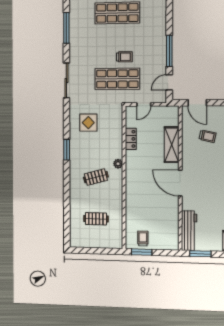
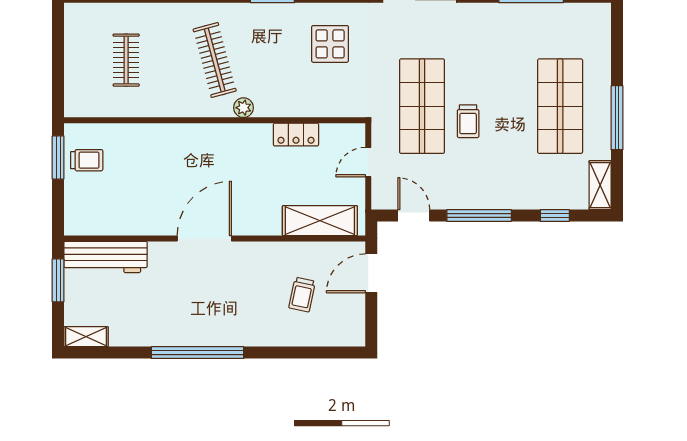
window: (169, 14) -> (555, 216), added
door: (144, 104) -> (368, 162), hinge flipped
shelving: (172, 145) -> (320, 221), moved
clothes rail: (96, 177) -> (215, 60), width x1.36

